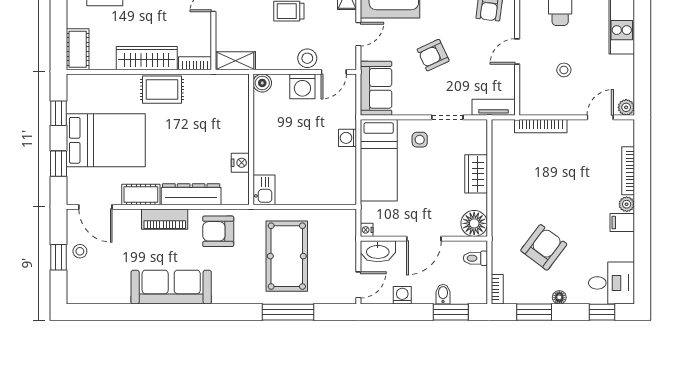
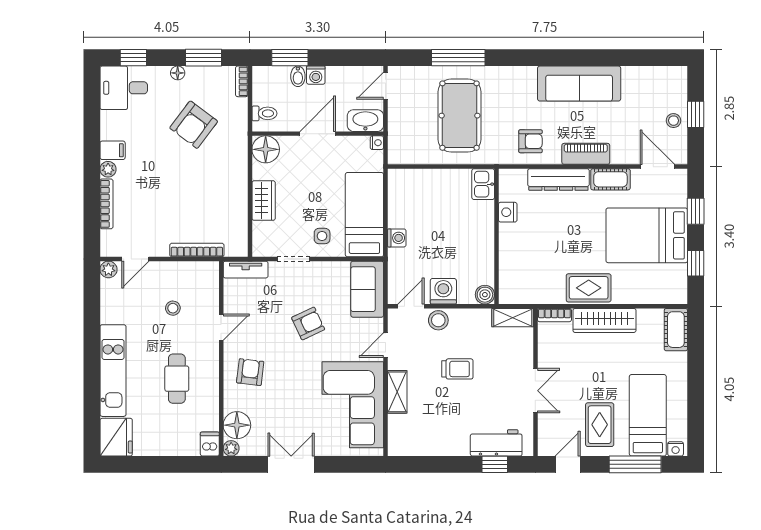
armchair: (218, 231) -> (530, 141), width x0.72, depth x0.72
washing machine: (402, 295) -> (316, 75), moved

